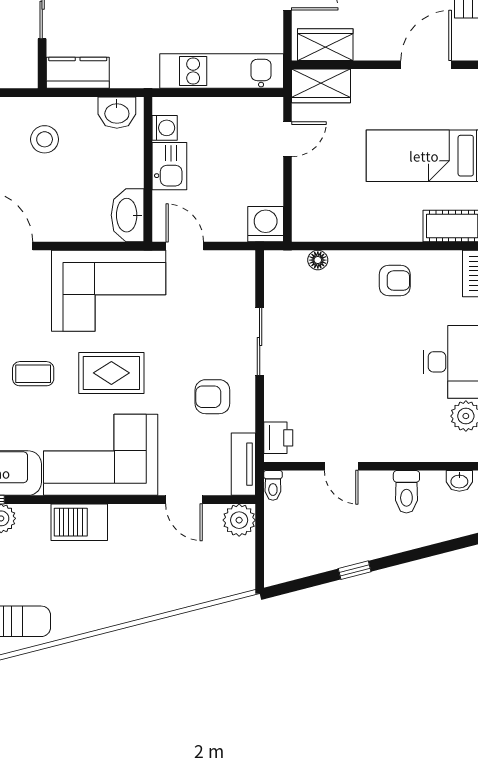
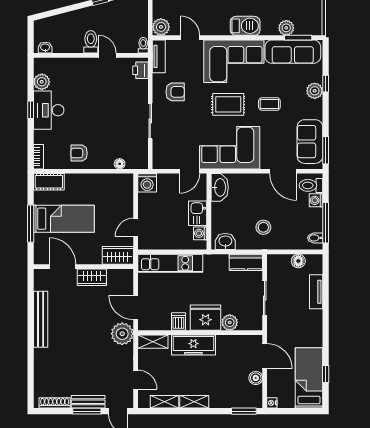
wardrobe: (325, 45) -> (92, 277), moved
door: (426, 65) -> (63, 267), swing flipped
door: (185, 246) -> (190, 171), hinge flipped
toilet: (406, 492) -> (91, 42), moved

